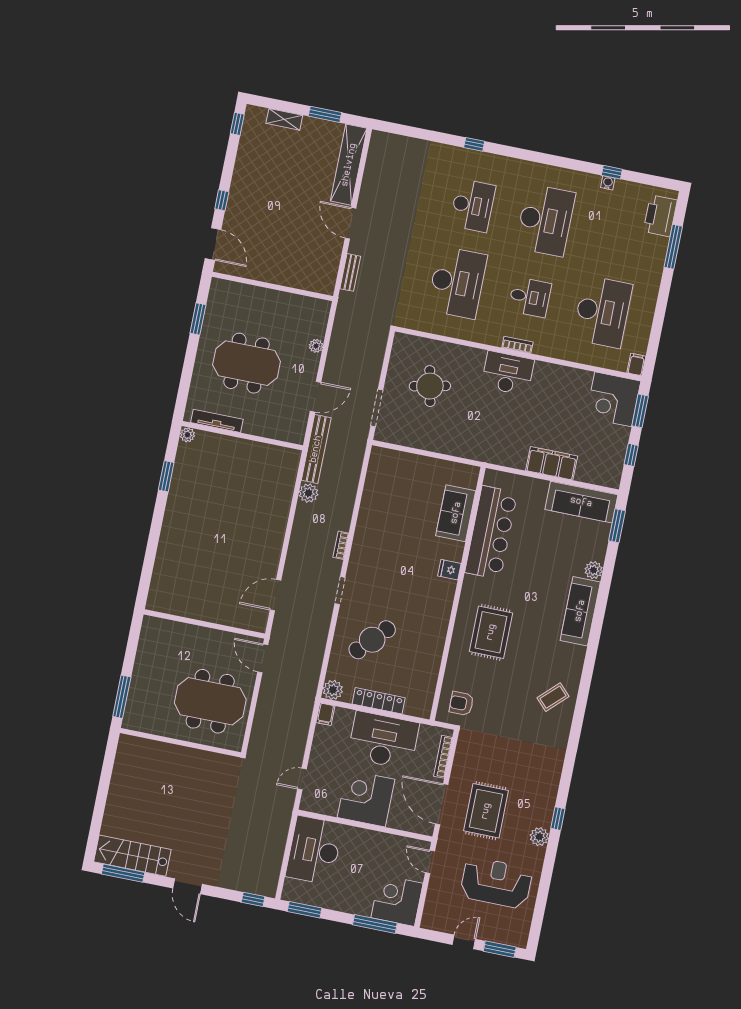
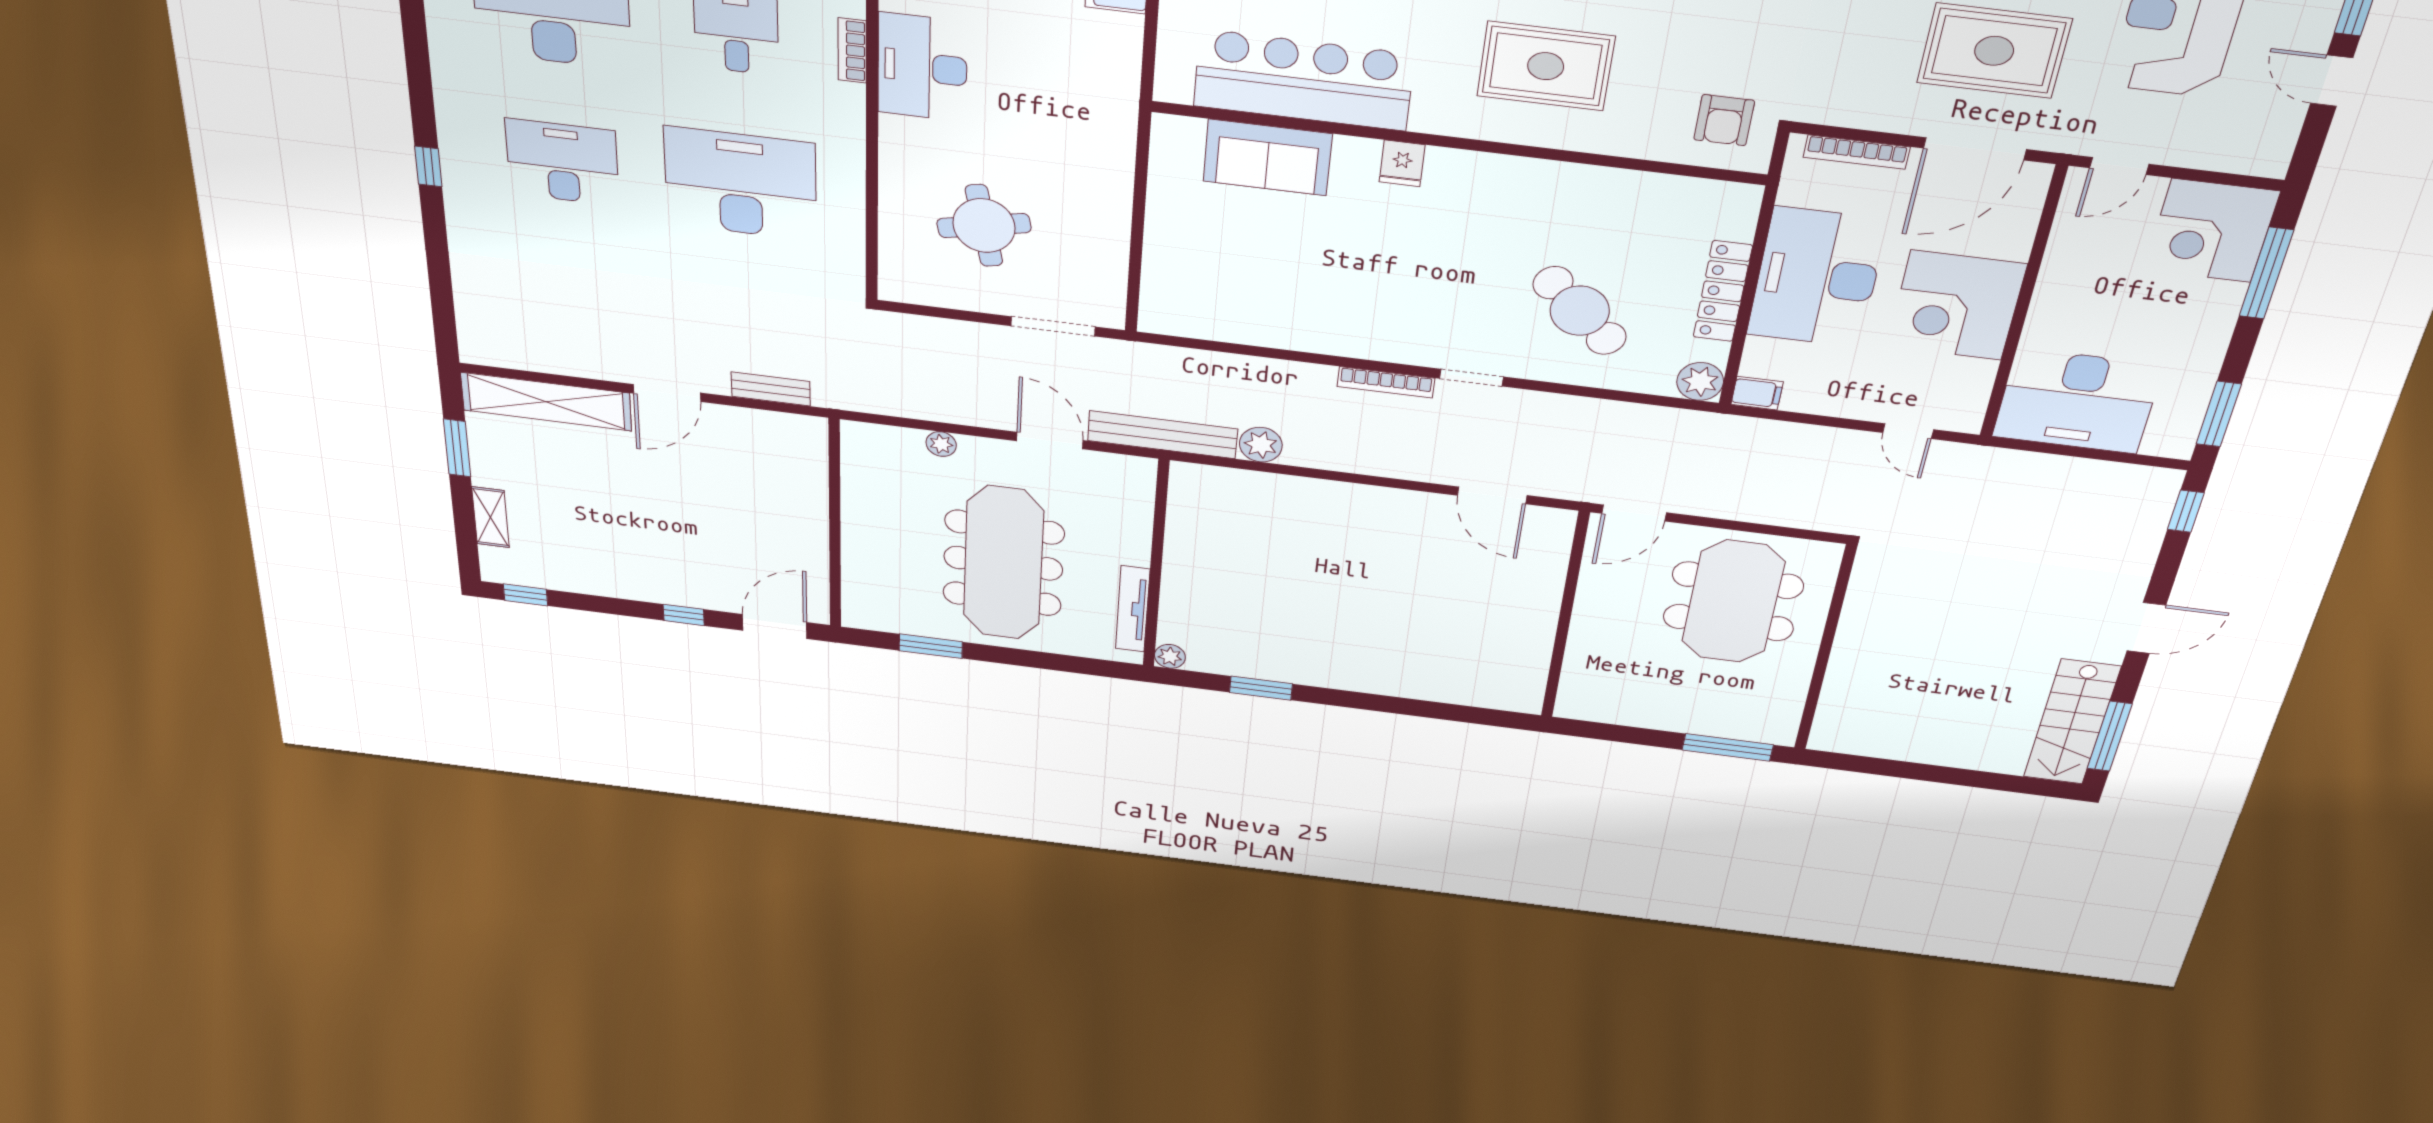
meeting table: (247, 363) -> (1003, 563), width x1.36
bookcase: (341, 545) -> (1386, 382), width x1.56

